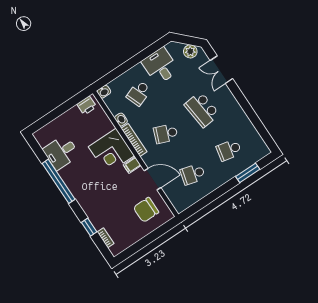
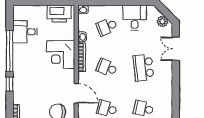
printer: (87, 105) -> (59, 14), width x1.87, depth x1.48
filing cabinet: (132, 165) -> (69, 74), removed
window: (89, 227) -> (10, 84), moved

